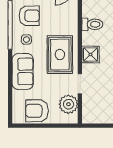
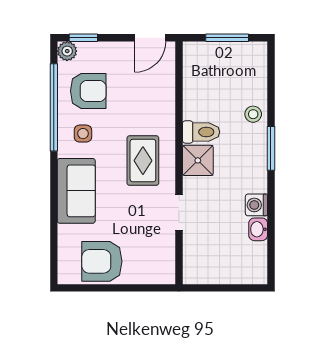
toilet: (92, 24) -> (201, 132), moved
rug: (60, 55) -> (143, 161), width x0.73, depth x0.70
plant: (69, 104) -> (158, 250), removed

